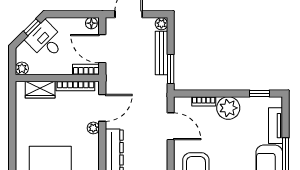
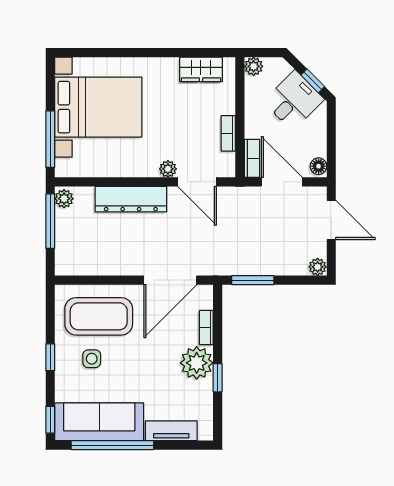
door: (102, 49) -> (282, 182), hinge flipped
bench: (161, 53) -> (276, 267), removed
bookcase: (75, 86) -> (228, 133), width x0.64
wardrobe: (40, 90) -> (201, 69), moved, turned -90
window: (259, 93) -> (218, 378), moved
door: (171, 126) -> (170, 280), width x1.36

